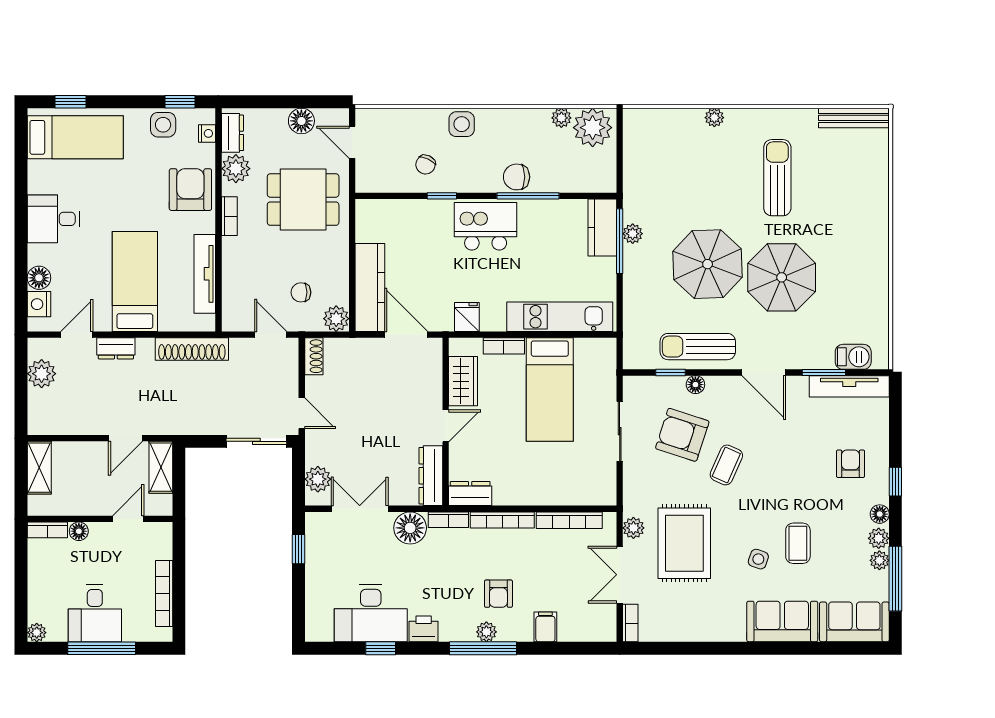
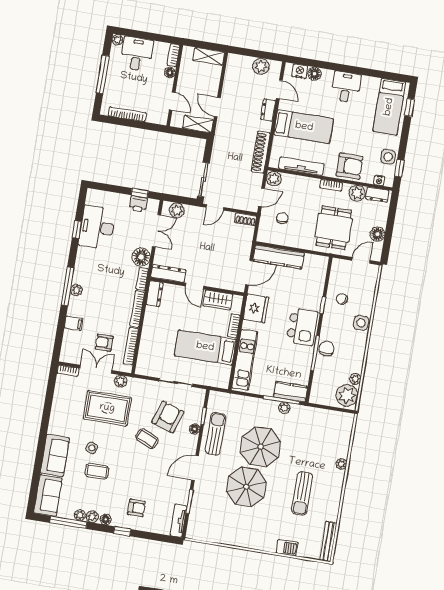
sun lounger: (777, 178) -> (302, 494), turned 90
fridge: (467, 317) -> (256, 308), width x1.88, depth x1.34
plant: (336, 319) -> (274, 179), moved
barbecue: (853, 357) -> (287, 548), moved, turned -90
tv unit: (849, 386) -> (178, 521), width x0.71
armchair: (498, 594) -> (104, 343), moved
desk: (95, 613) -> (137, 54), moved, turned 90
printer: (424, 629) -> (138, 204), moved, turned 90

